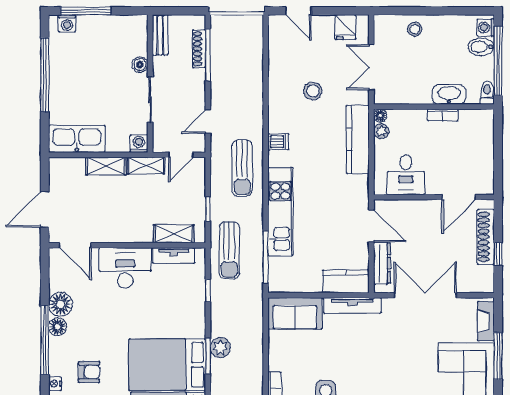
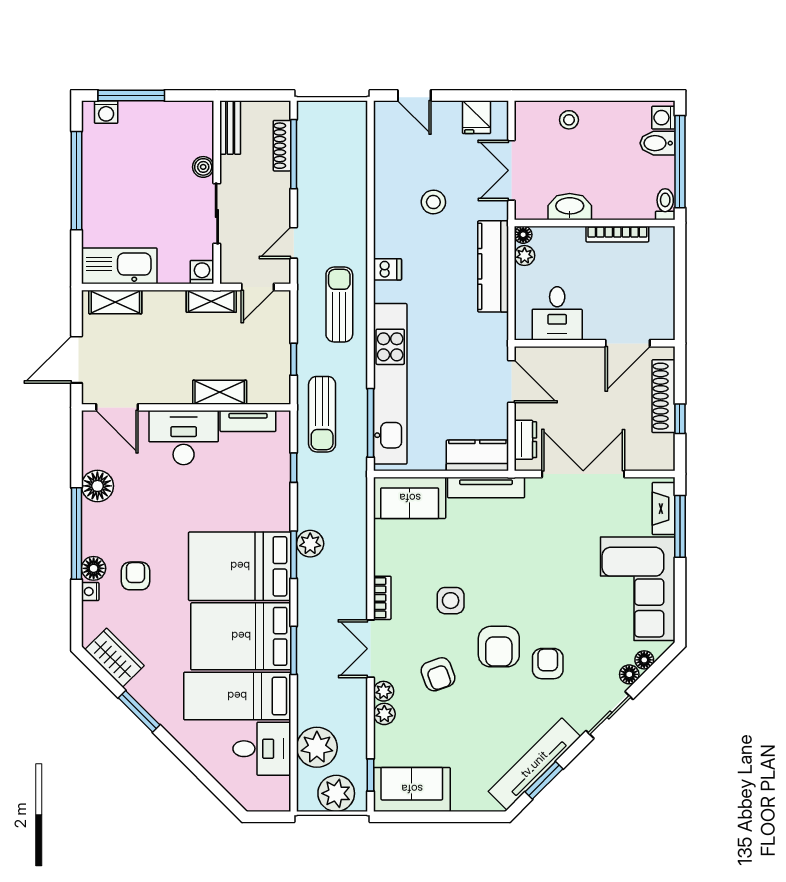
washbasin: (449, 94) -> (570, 207), moved
bookcase: (443, 115) -> (617, 234), width x1.56
shelving: (106, 166) -> (115, 302), moved
sun lounger: (242, 168) -> (339, 304), turned 180
kitchen unit: (280, 211) -> (390, 384), width x1.36
shelving: (174, 234) -> (220, 392), moved
dresser: (382, 263) -> (525, 440), width x0.70
floor lamp: (58, 327) -> (94, 568), moved
window: (498, 356) -> (680, 526), moved
armchair: (89, 372) -> (135, 576), turned -90

